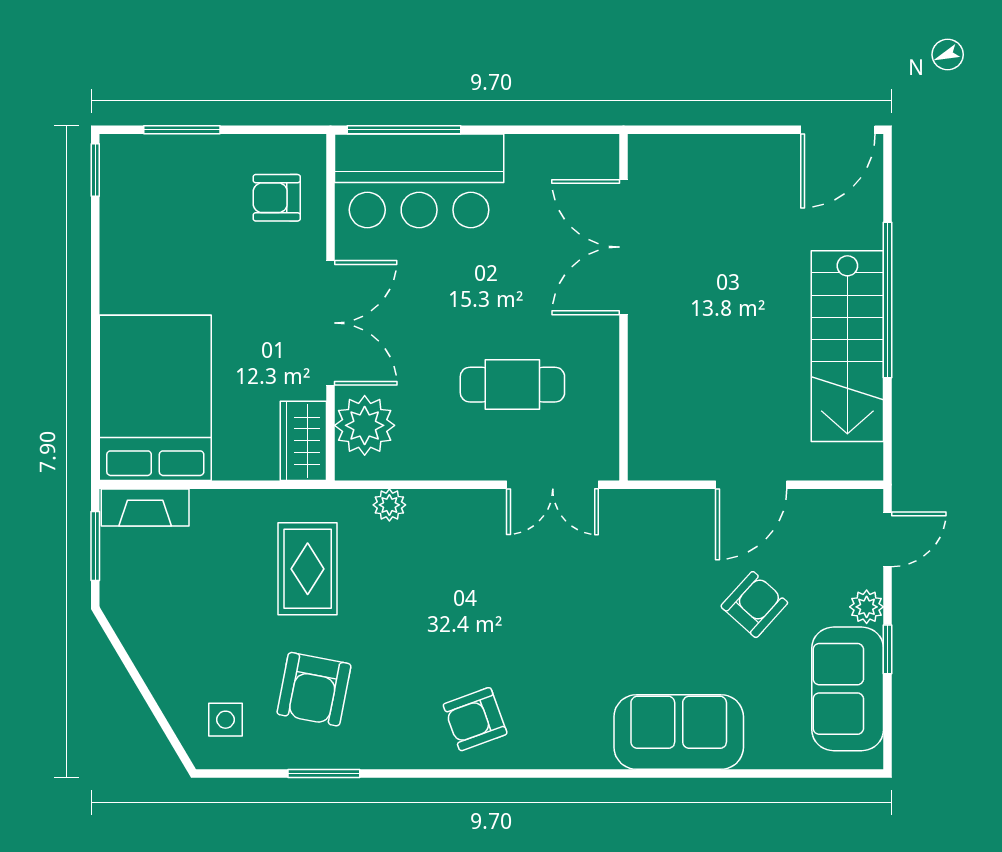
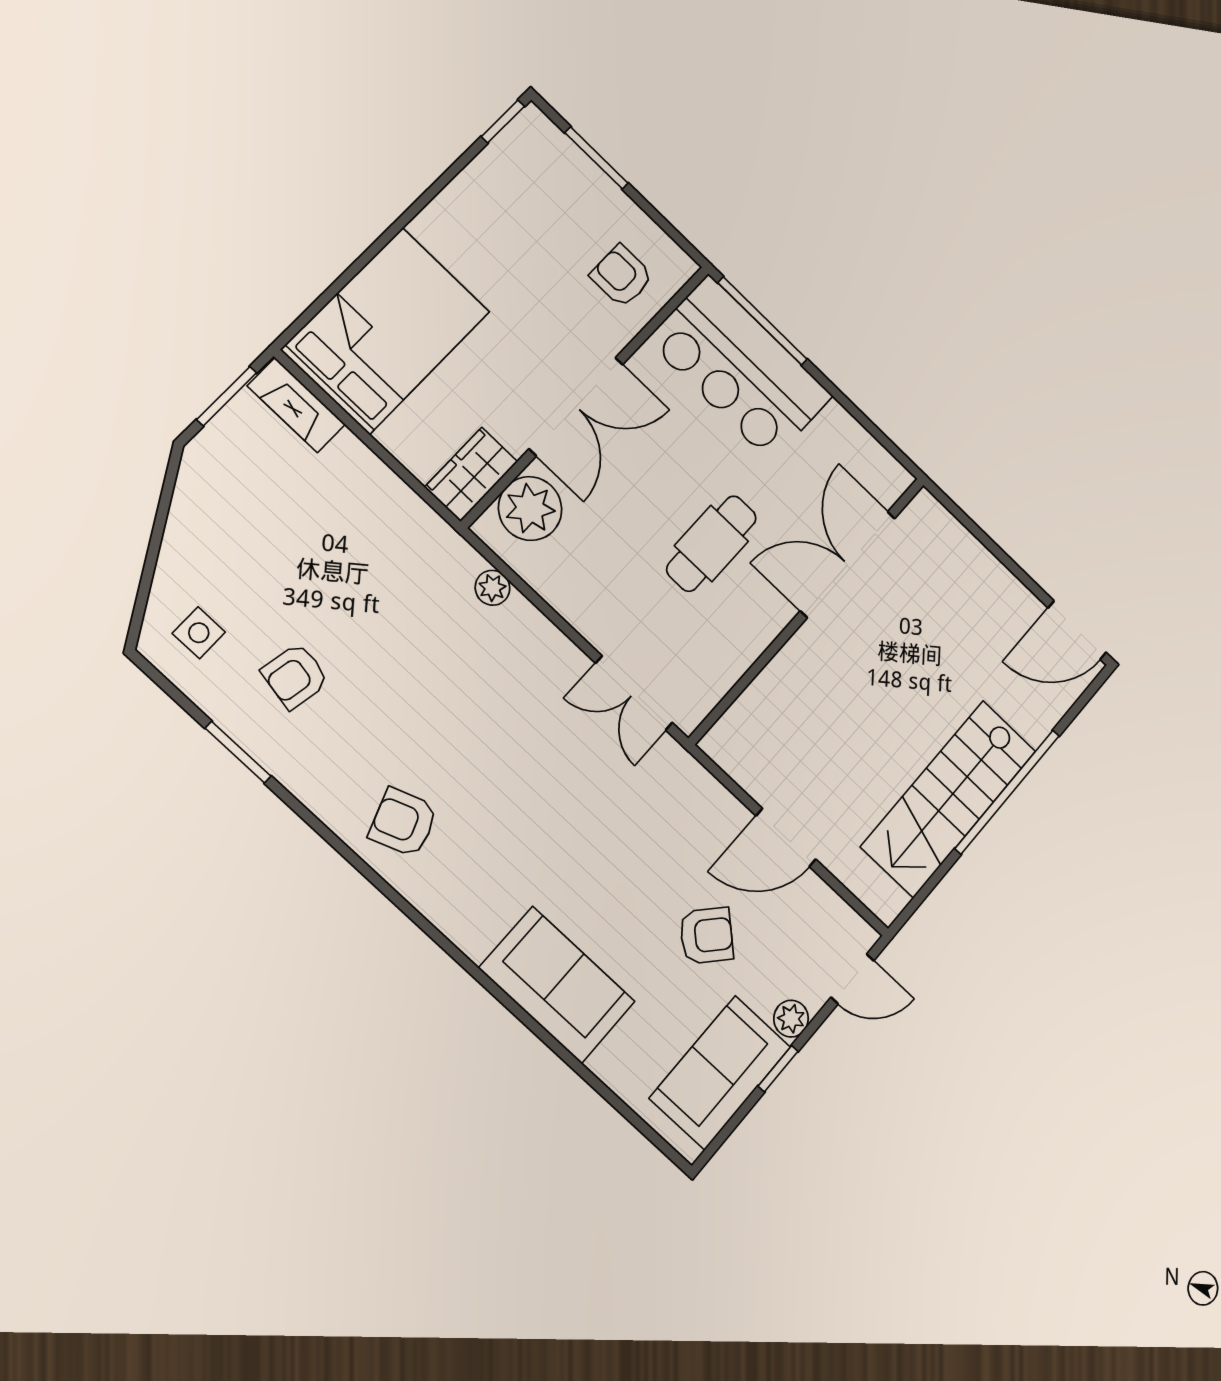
cafe table: (512, 385) -> (711, 544), moved, turned 90
rug: (308, 569) -> (381, 576), removed
armchair: (314, 689) -> (295, 676), width x0.72, depth x0.72

